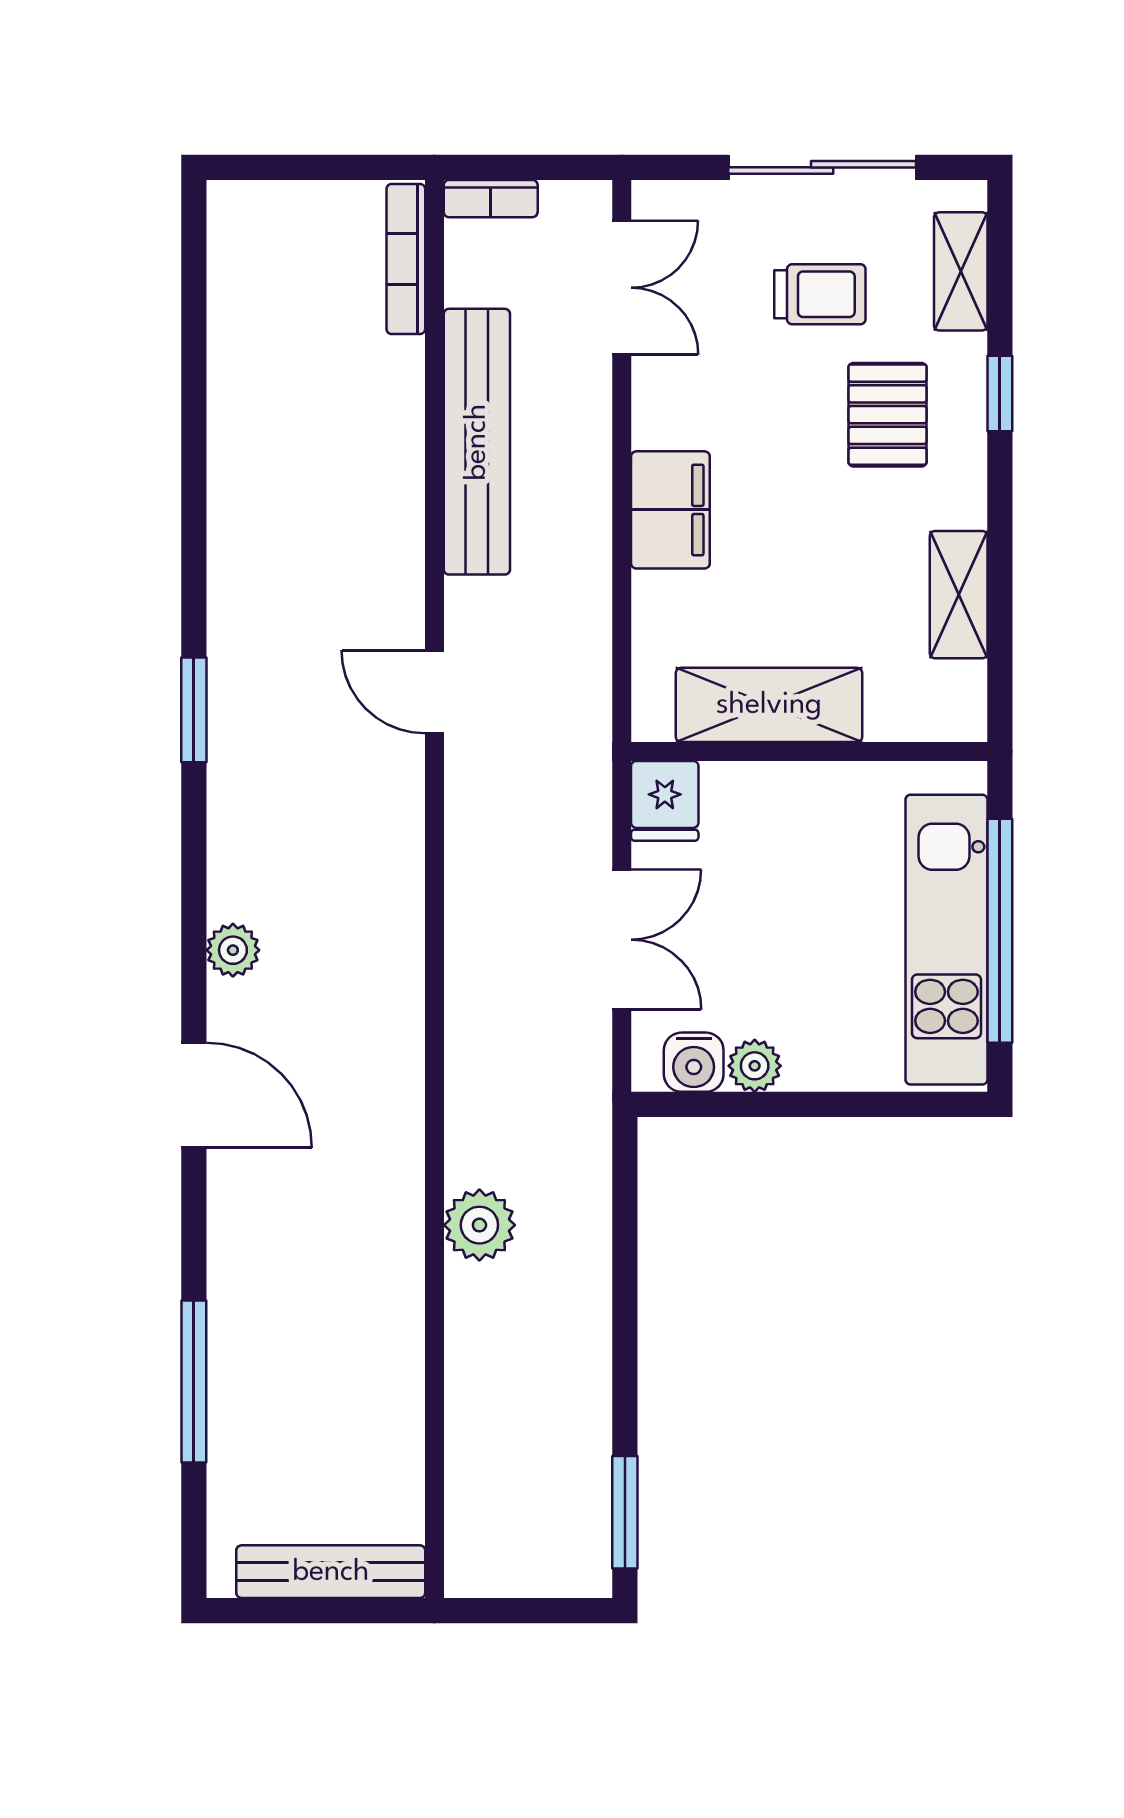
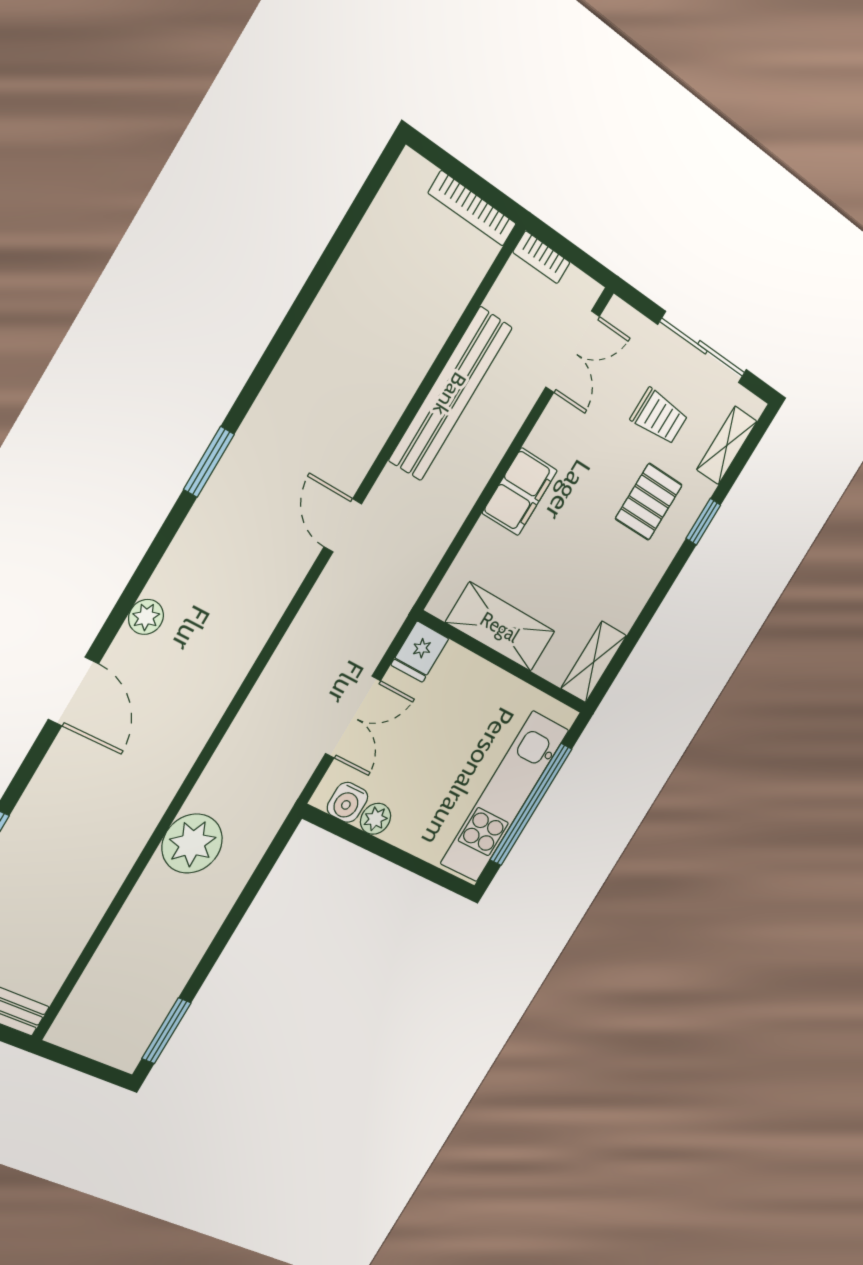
bookcase: (406, 259) -> (472, 209), moved, turned -90
shelving: (959, 595) -> (594, 662), moved
plant: (479, 1225) -> (192, 844), width x1.36, depth x1.36

